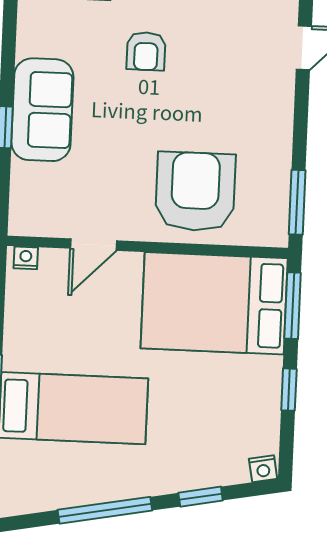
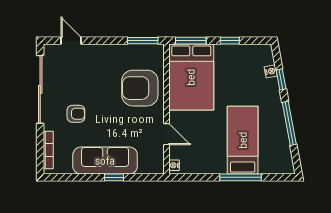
sofa: (42, 110) -> (105, 161), width x1.36
nightstand: (263, 469) -> (271, 71), moved

